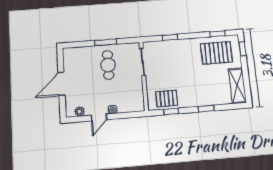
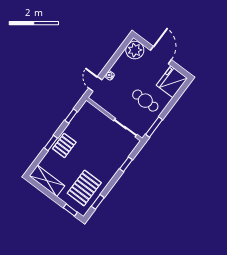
window: (106, 42) -> (154, 127), moved
fridge: (76, 57) -> (172, 82), added
pallet: (167, 99) -> (64, 145), moved
plant: (80, 111) -> (135, 50), width x1.88, depth x1.88
door: (99, 117) -> (95, 84), moved

